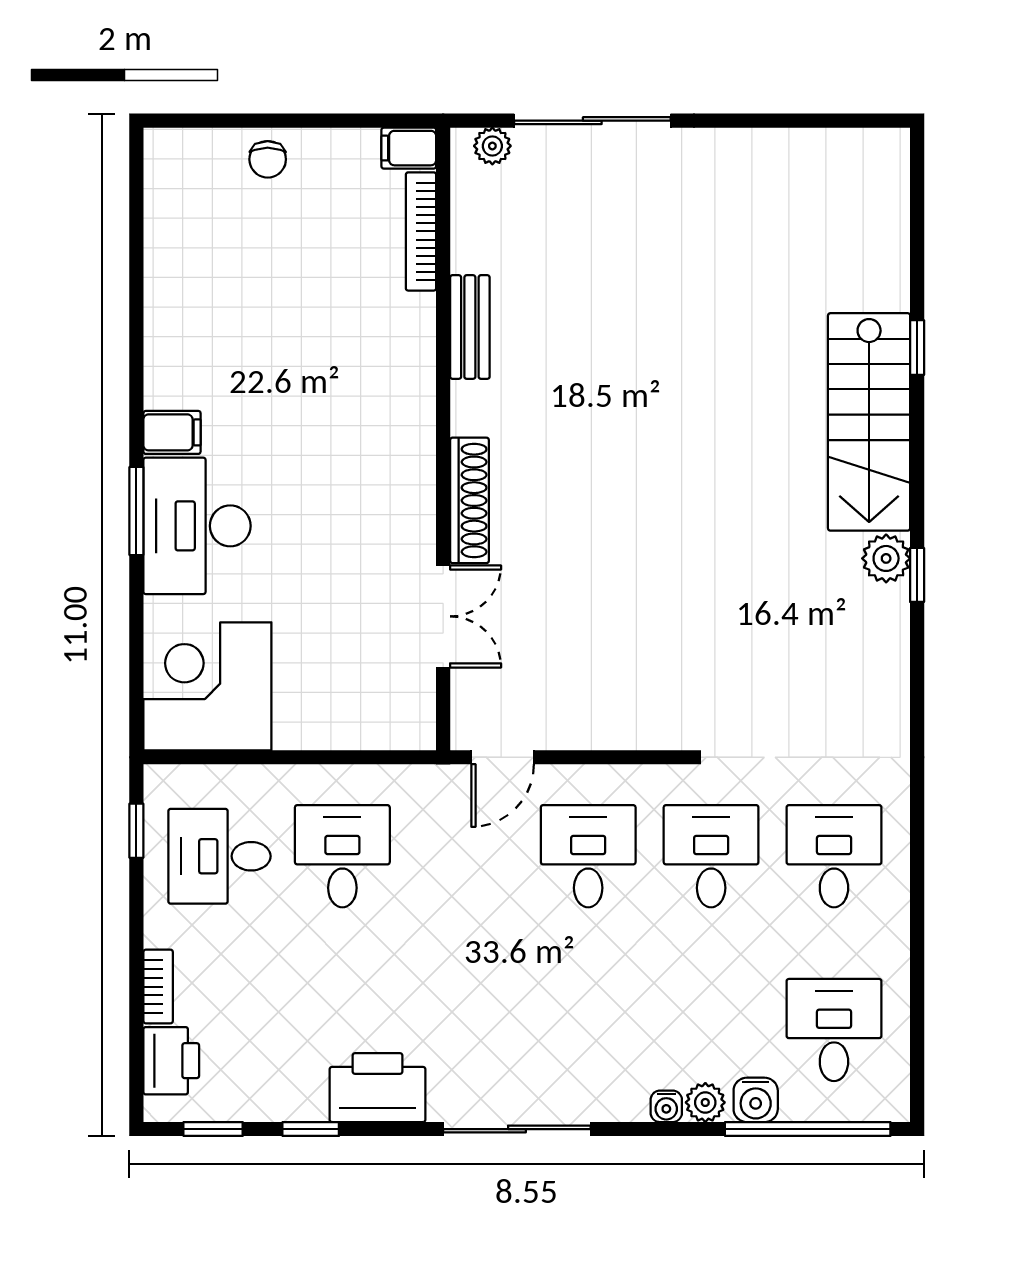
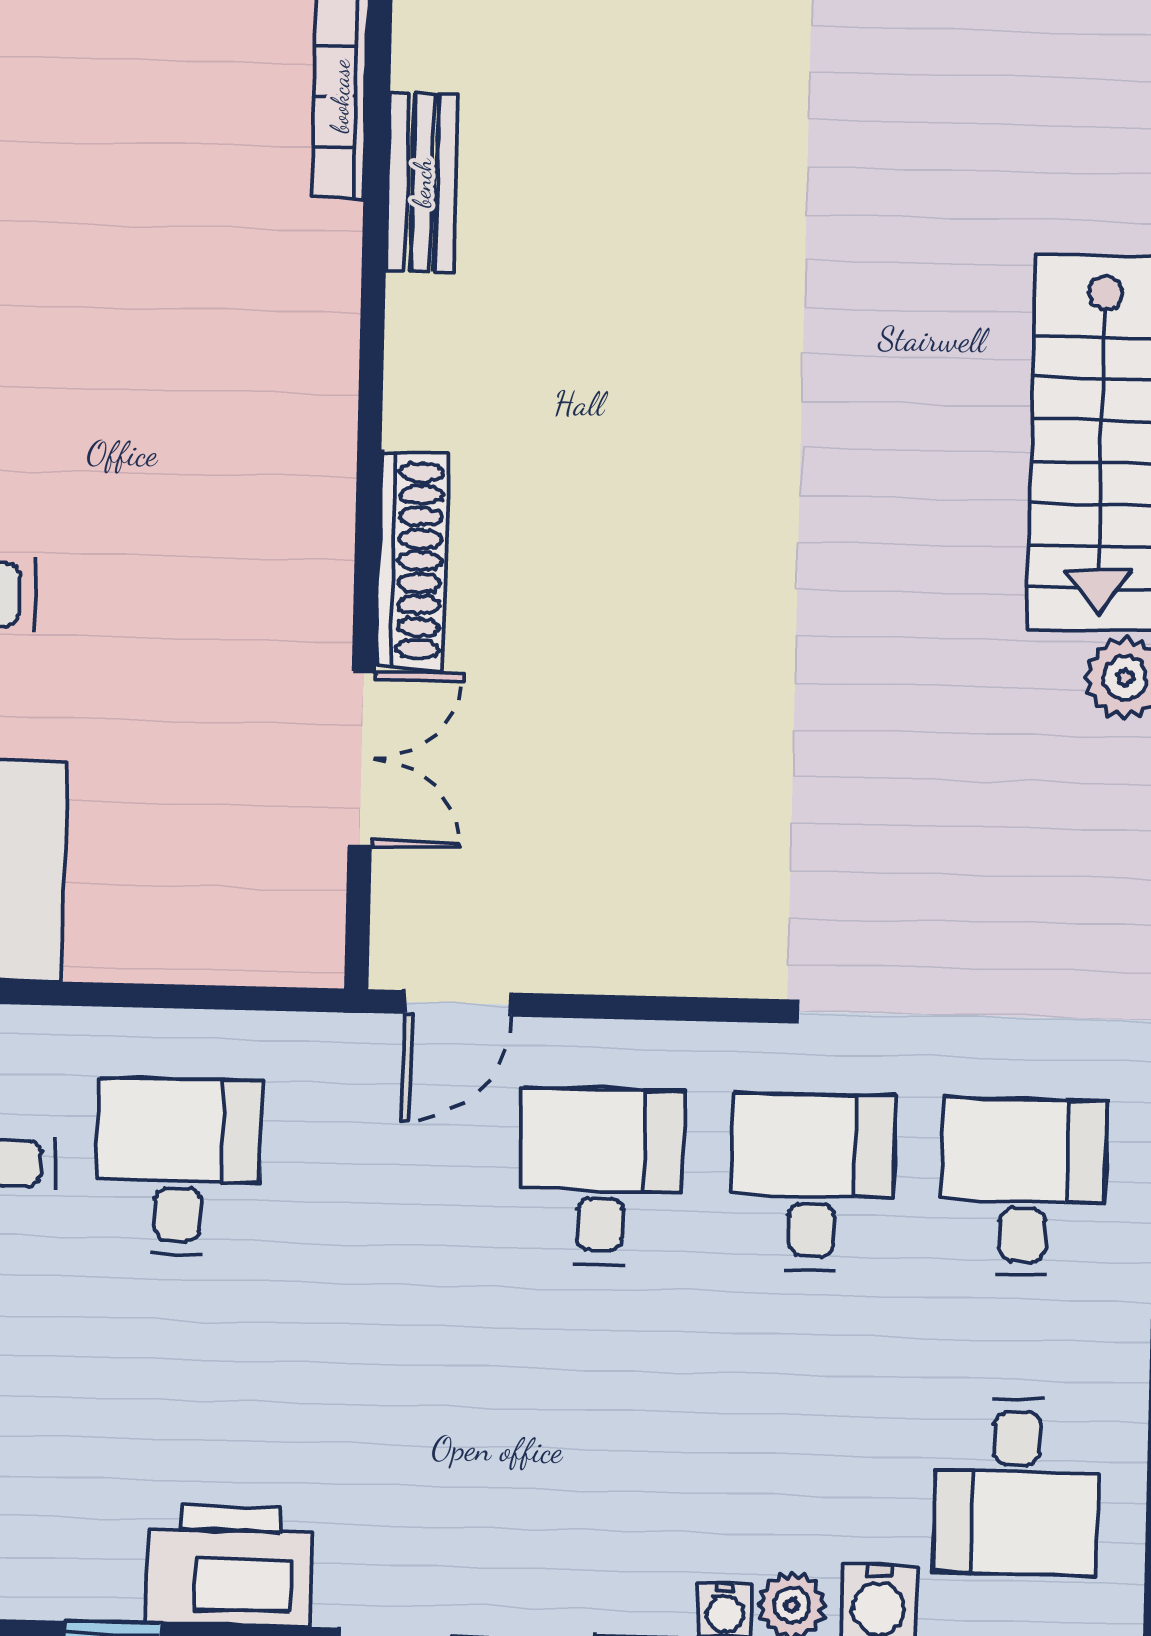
bench: (470, 327) -> (422, 183), moved
desk: (834, 1030) -> (1016, 1486), turned 180

